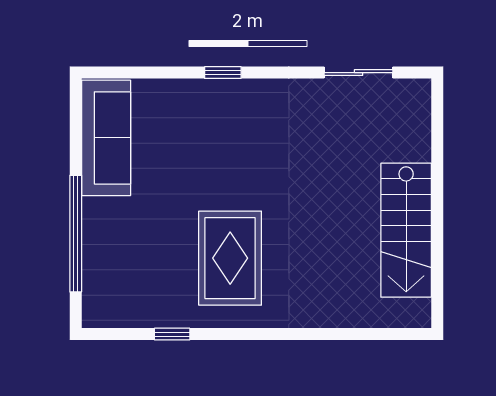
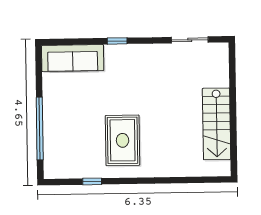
sofa: (106, 138) -> (73, 58), moved, turned 90

